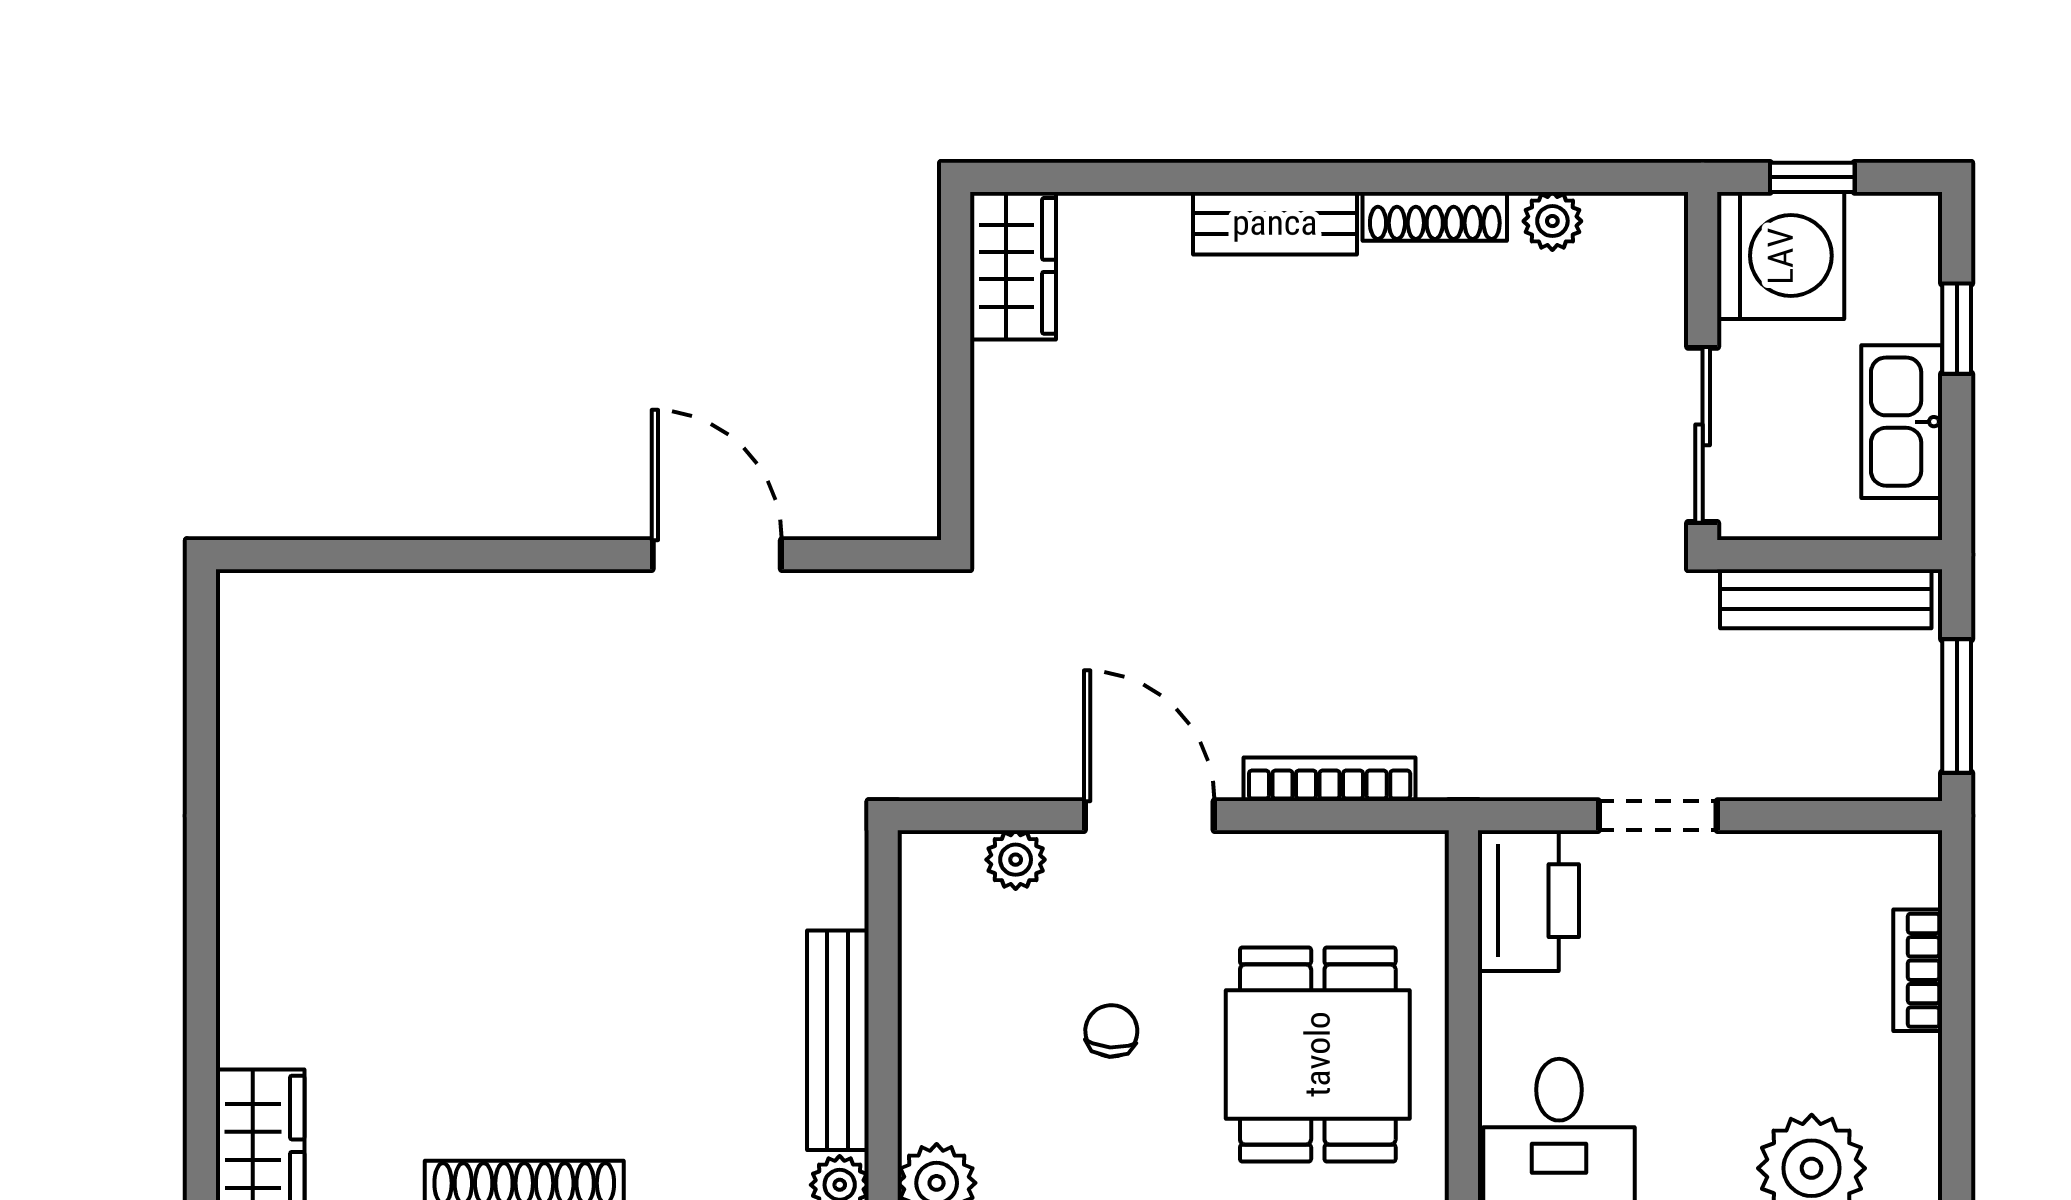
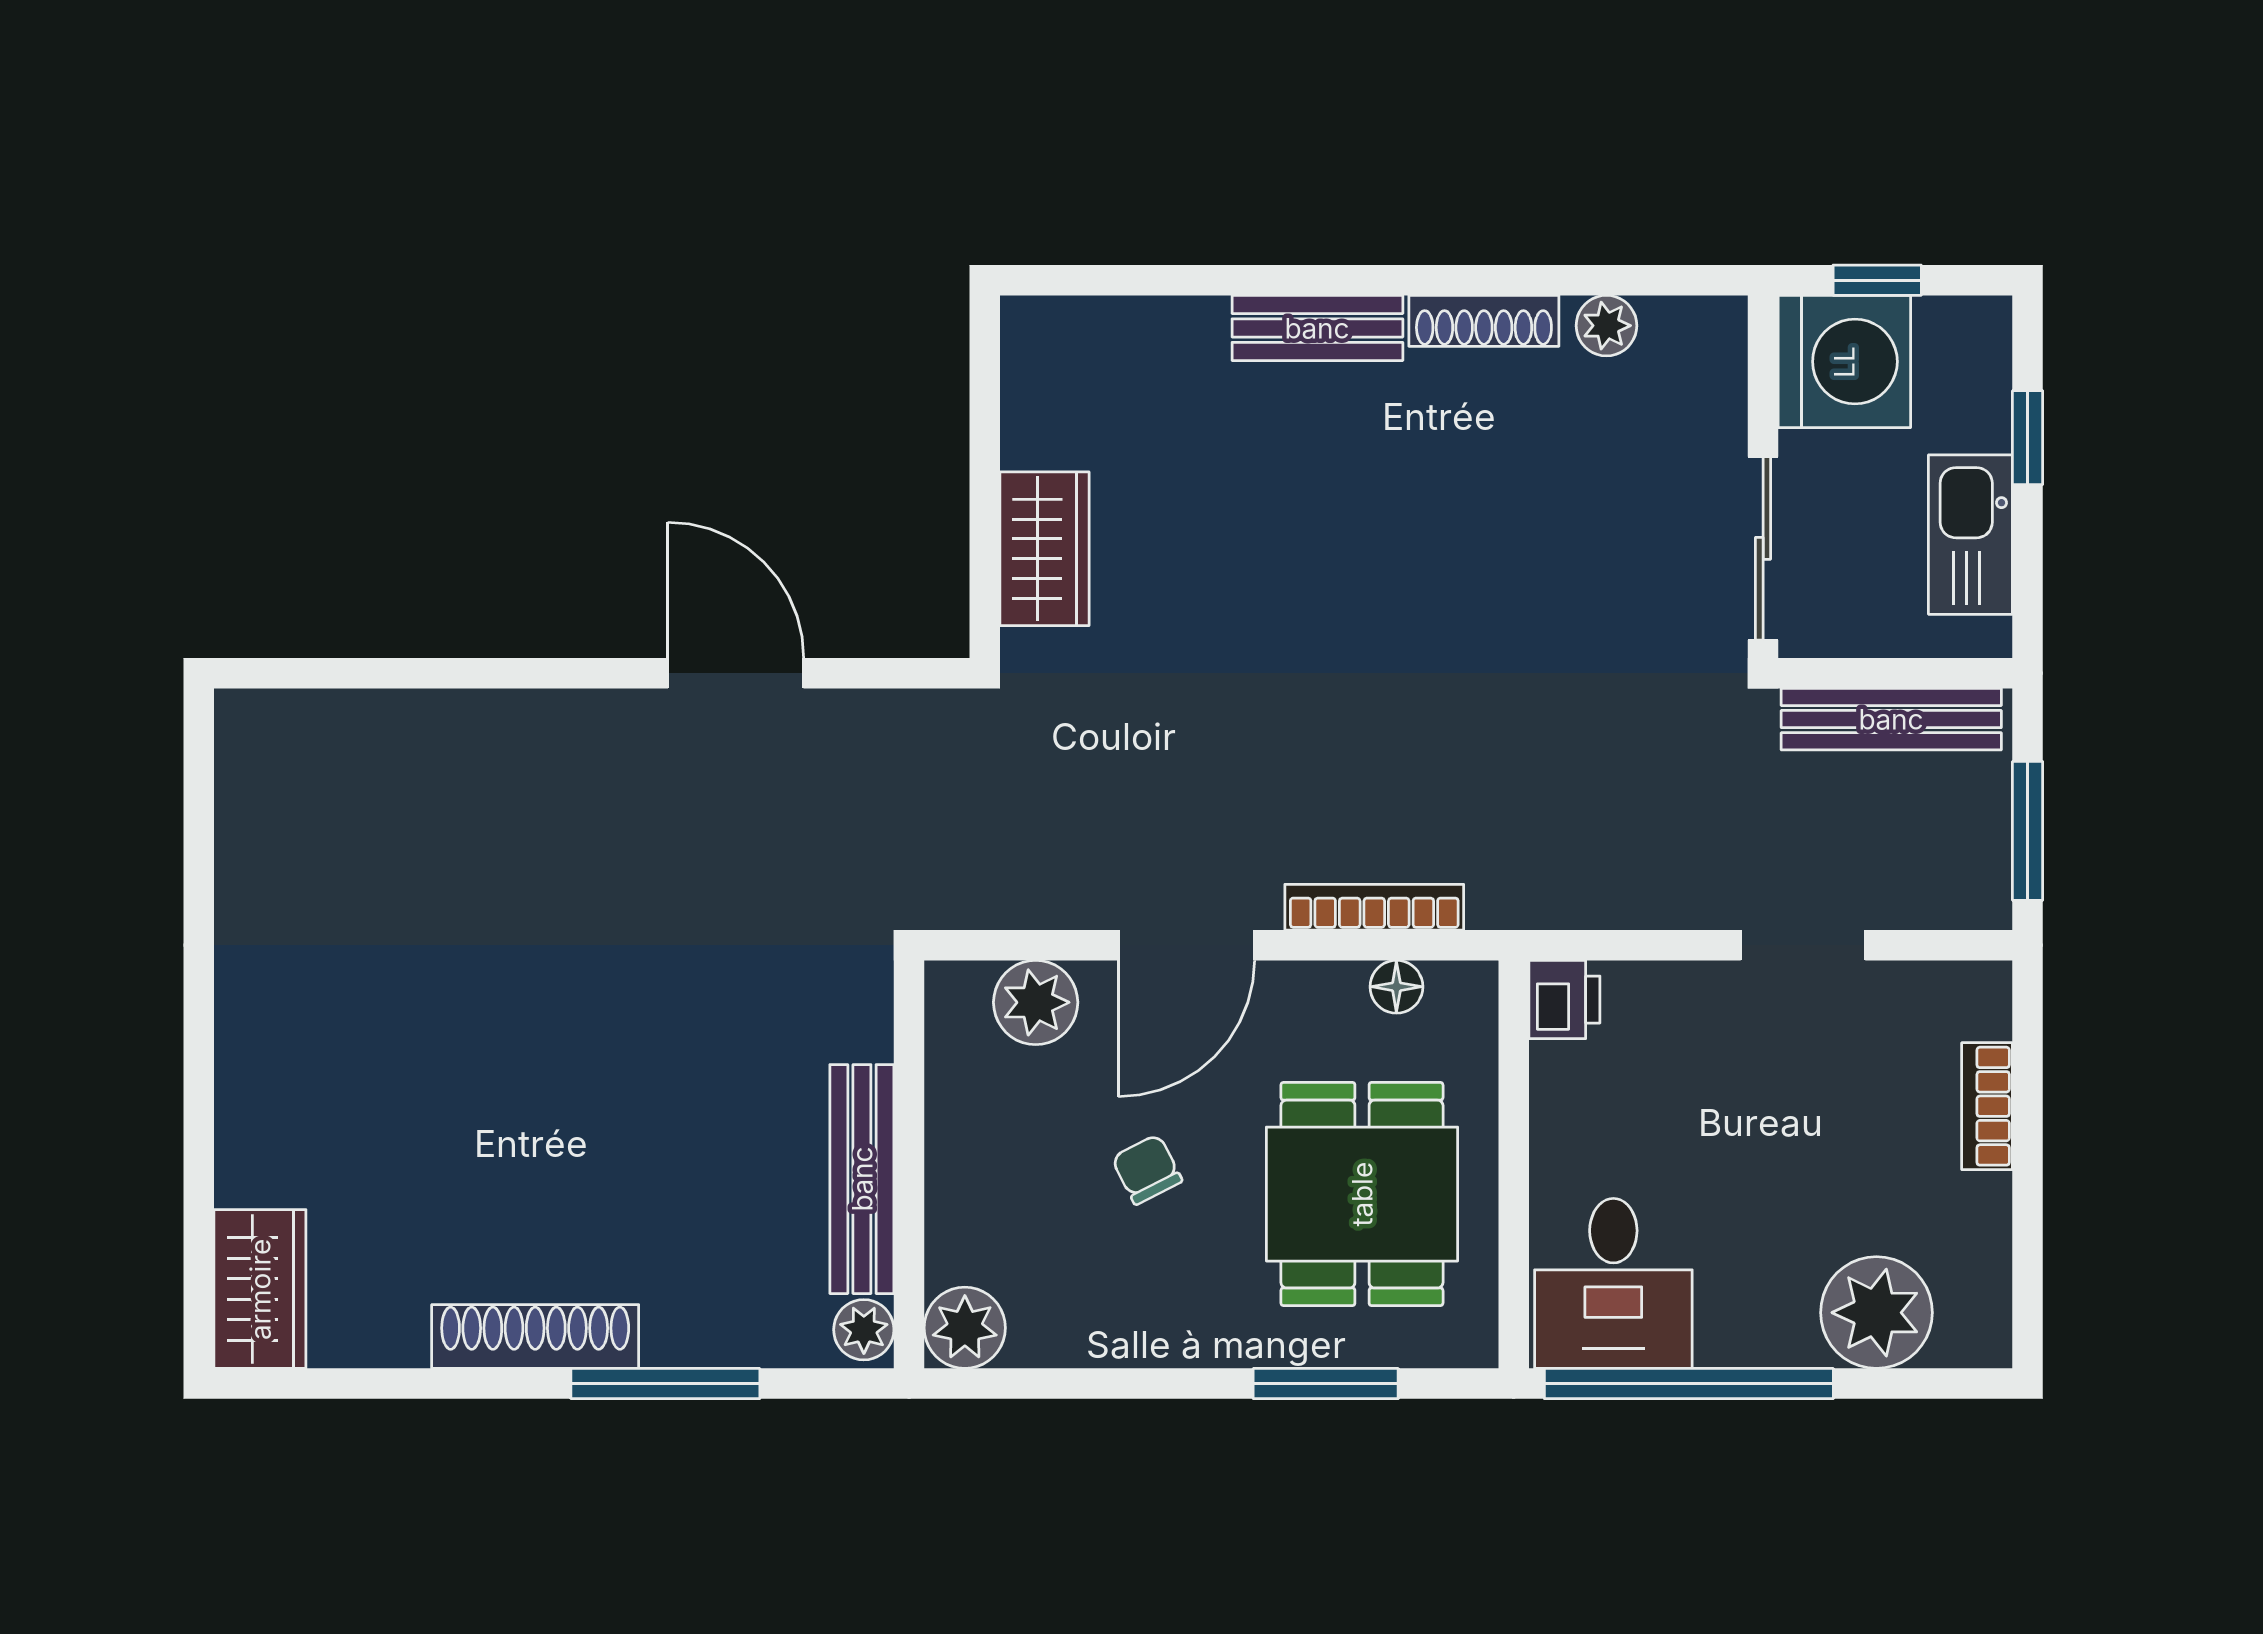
wardrobe: (1013, 266) -> (1044, 549), moved
door: (1149, 816) -> (1186, 945), swing flipped
doorway: (1658, 816) -> (1803, 945), moved
floor lamp: (1351, 856) -> (1396, 987), added
plant: (1016, 860) -> (1036, 1002), width x1.38, depth x1.38
printer: (1528, 901) -> (1564, 1000), width x0.53, depth x0.68
chair: (1111, 1031) -> (1147, 1169), turned -31

